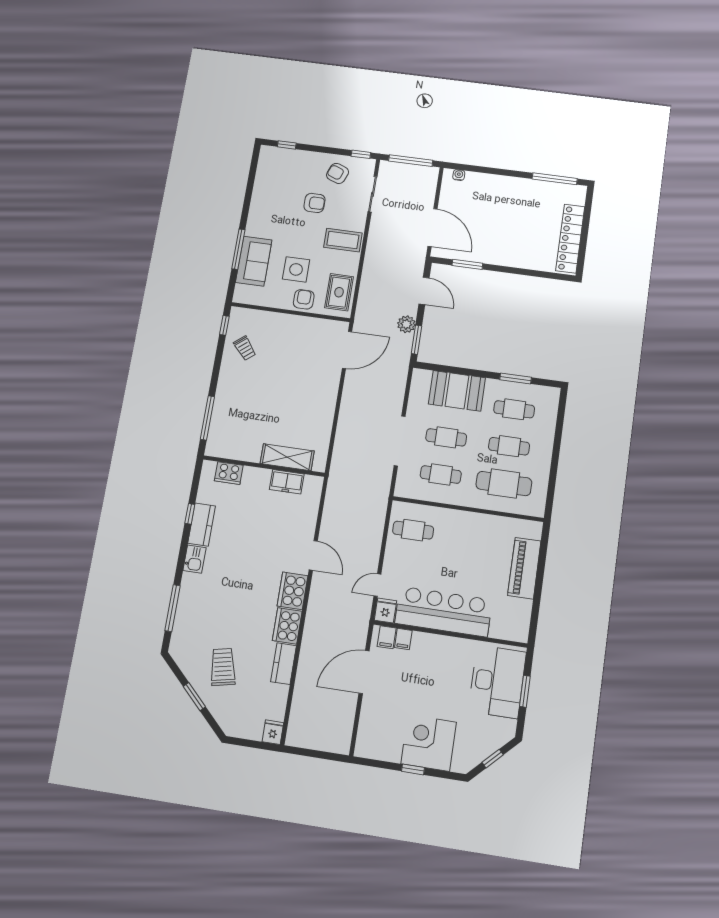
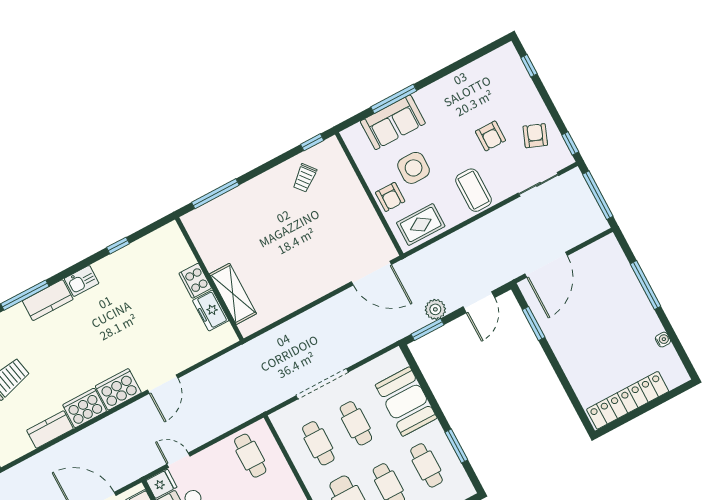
water cooler: (459, 175) -> (663, 340), moved
window: (555, 179) -> (646, 285), moved
armchair: (304, 299) -> (390, 197), turned 90
cooker: (229, 473) -> (195, 281), moved
kitchen counter: (202, 525) -> (48, 300), moved

